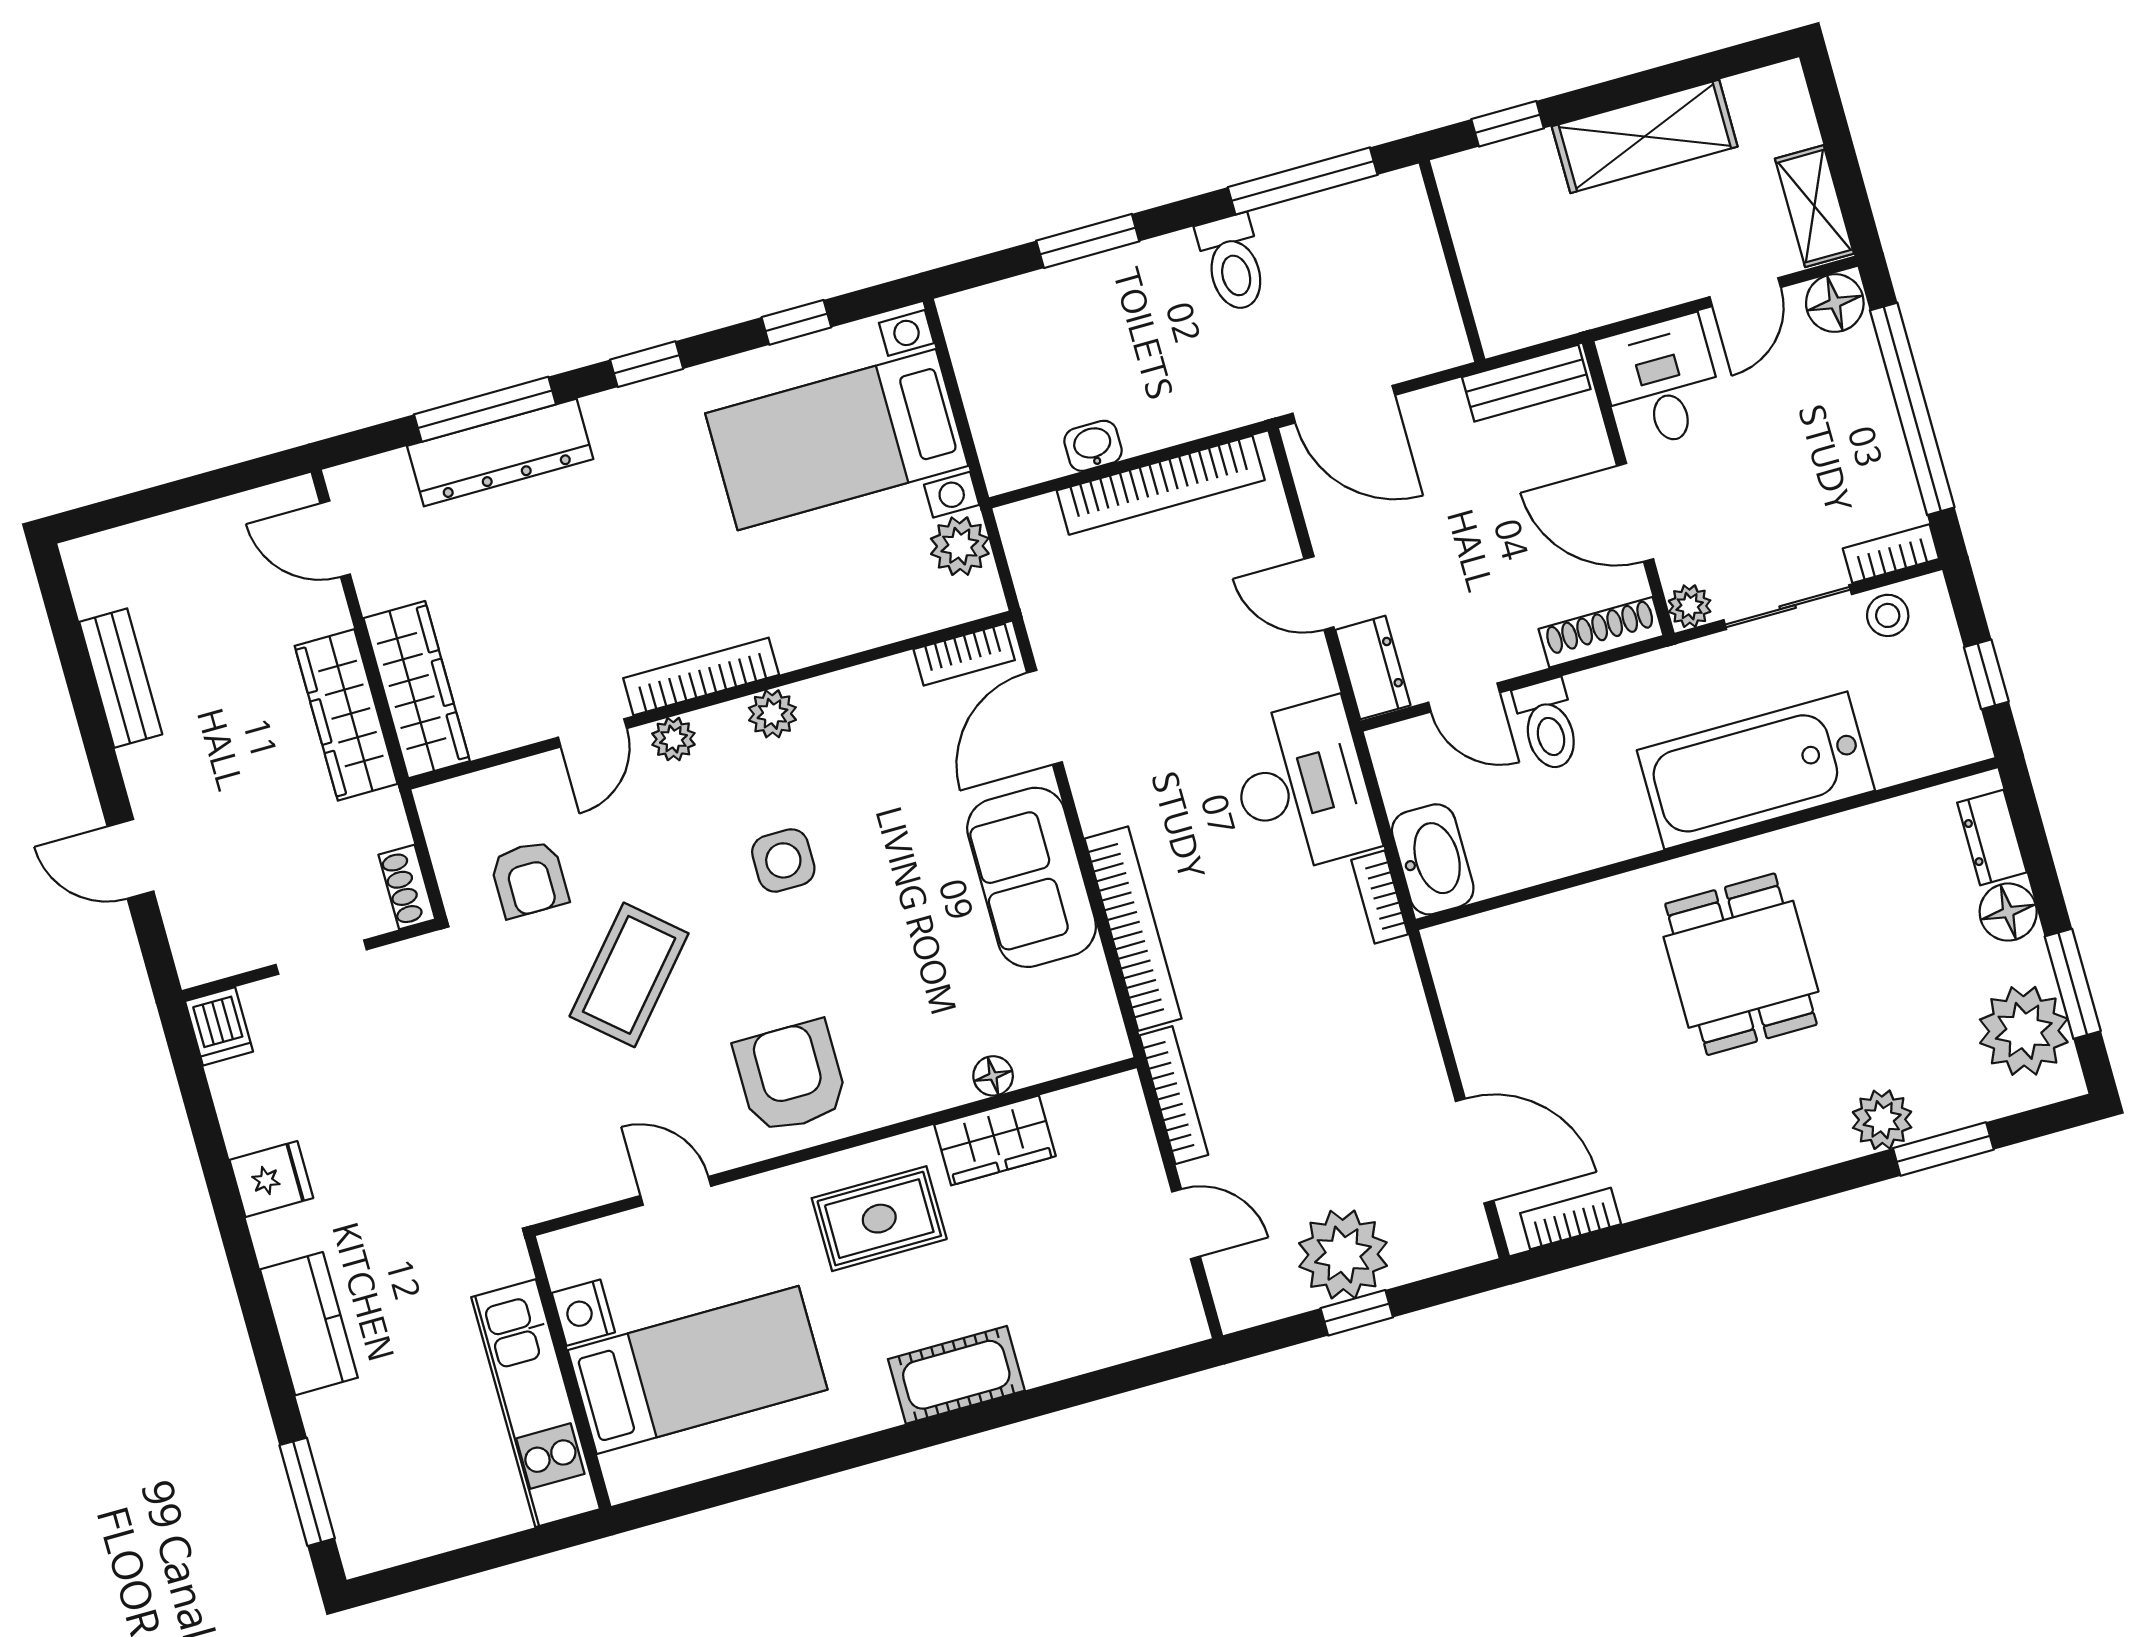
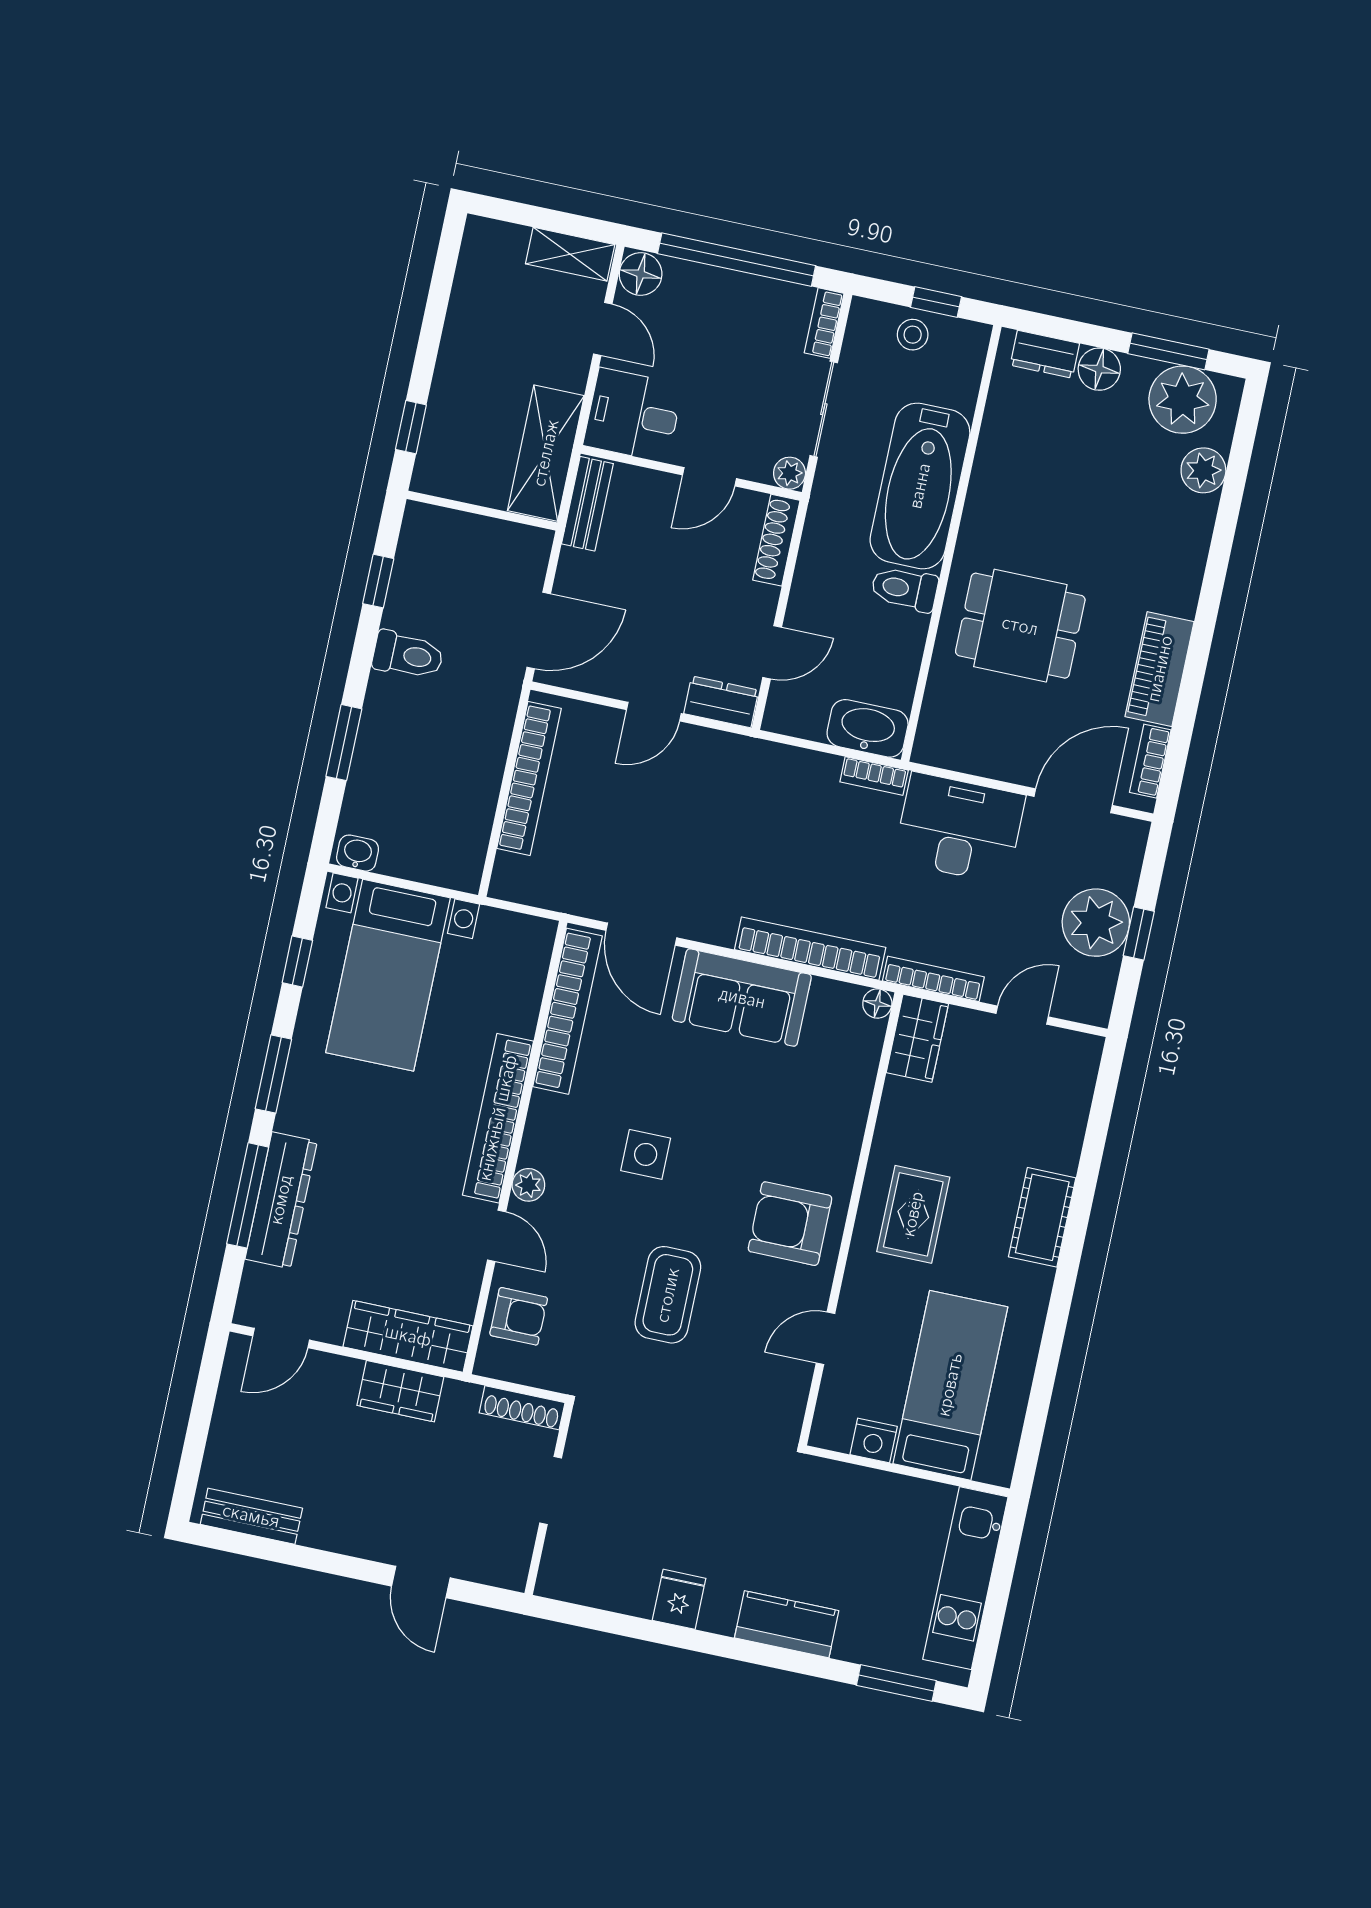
shelving: (1645, 136) -> (546, 453), moved
window: (1303, 181) -> (378, 581), width x0.46
window: (647, 364) -> (273, 1074), width x1.50
washbasin: (1093, 446) -> (358, 853), moved, turned 90
door: (1635, 512) -> (709, 477), width x0.73
plant: (960, 546) -> (500, 931), removed
stool: (1888, 615) -> (913, 335), moved
bookcase: (964, 655) -> (567, 1011), width x2.31, depth x1.31
bookcase: (701, 676) -> (498, 1118), width x1.48, depth x1.31
bench: (121, 678) -> (251, 1516), moved
plant: (772, 714) -> (546, 1111), removed
wardrobe: (346, 715) -> (400, 1391), width x0.67
toilet: (1548, 725) -> (904, 589), moved, turned 180
desk: (1302, 786) -> (959, 828), moved
door: (130, 859) -> (421, 1582), hinge flipped
armchair: (529, 879) -> (519, 1316), moved
shoe rack: (407, 887) -> (522, 1408), width x1.43
dining table: (1741, 964) -> (1020, 626), moved
coffee table: (629, 975) -> (668, 1295), turned 49
dishwasher: (219, 1026) -> (561, 1581), removed
floor lamp: (993, 1076) -> (877, 1004), moved
plant: (1882, 1120) -> (1203, 470), moved
wardrobe: (995, 1140) -> (917, 1038), moved
window: (1943, 1149) -> (1232, 493), removed
piano: (1687, 1172) -> (1160, 669), added
kitchen unit: (536, 1403) -> (965, 1578), moved, turned 90

